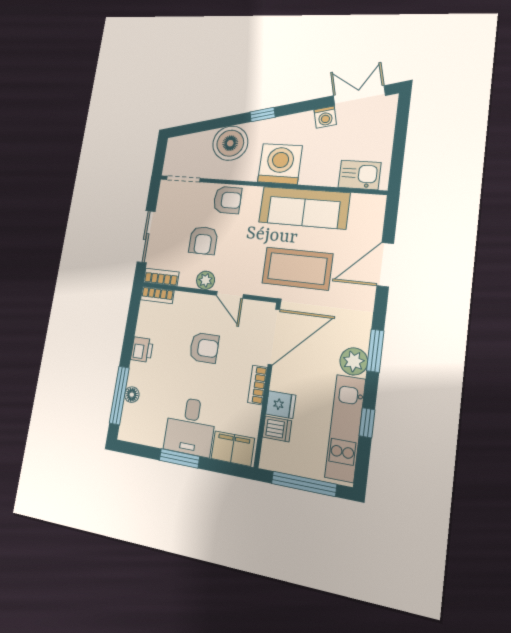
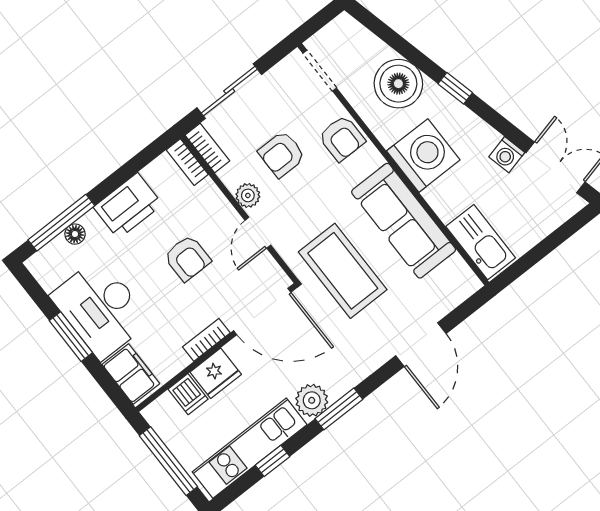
kitchen sink: (360, 175) -> (481, 242), width x1.38
door: (385, 265) -> (421, 345), swing flipped
printer: (142, 350) -> (128, 206), width x1.87, depth x1.48
fridge: (281, 405) -> (216, 373), width x1.38
desk: (190, 426) -> (100, 308), width x1.37

